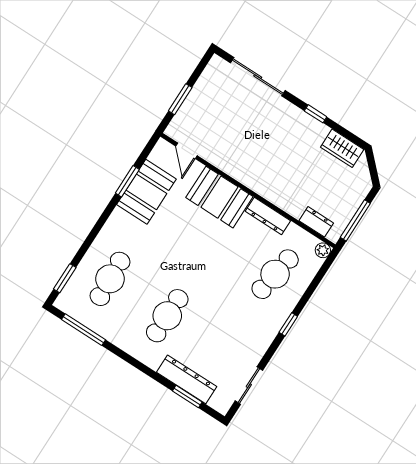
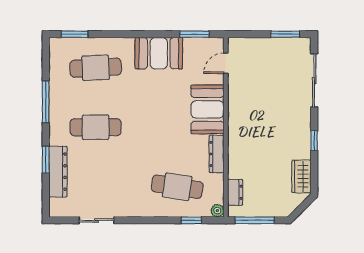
window: (180, 99) -> (285, 34), moved
window: (127, 181) -> (194, 34), moved
booth: (146, 192) -> (159, 53), moved
window: (288, 324) -> (191, 220), moved
window: (84, 330) -> (46, 102), moved
sliding door: (249, 386) -> (97, 220), moved
window: (187, 396) -> (46, 160), moved

